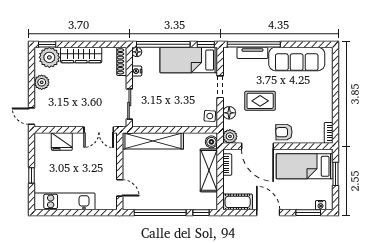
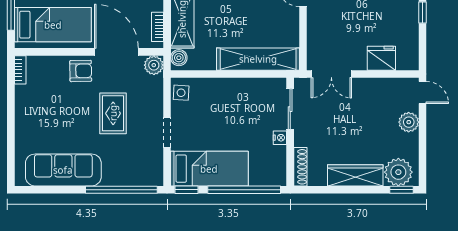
floor lamp: (137, 52) -> (280, 180), removed
tv unit: (252, 53) -> (123, 178), removed
nightstand: (137, 71) -> (280, 138), moved
plant: (42, 82) -> (409, 122), moved
rug: (260, 101) -> (113, 113), turned 90
floor lamp: (229, 113) -> (155, 97), removed
double door: (99, 130) -> (331, 74), swing flipped

